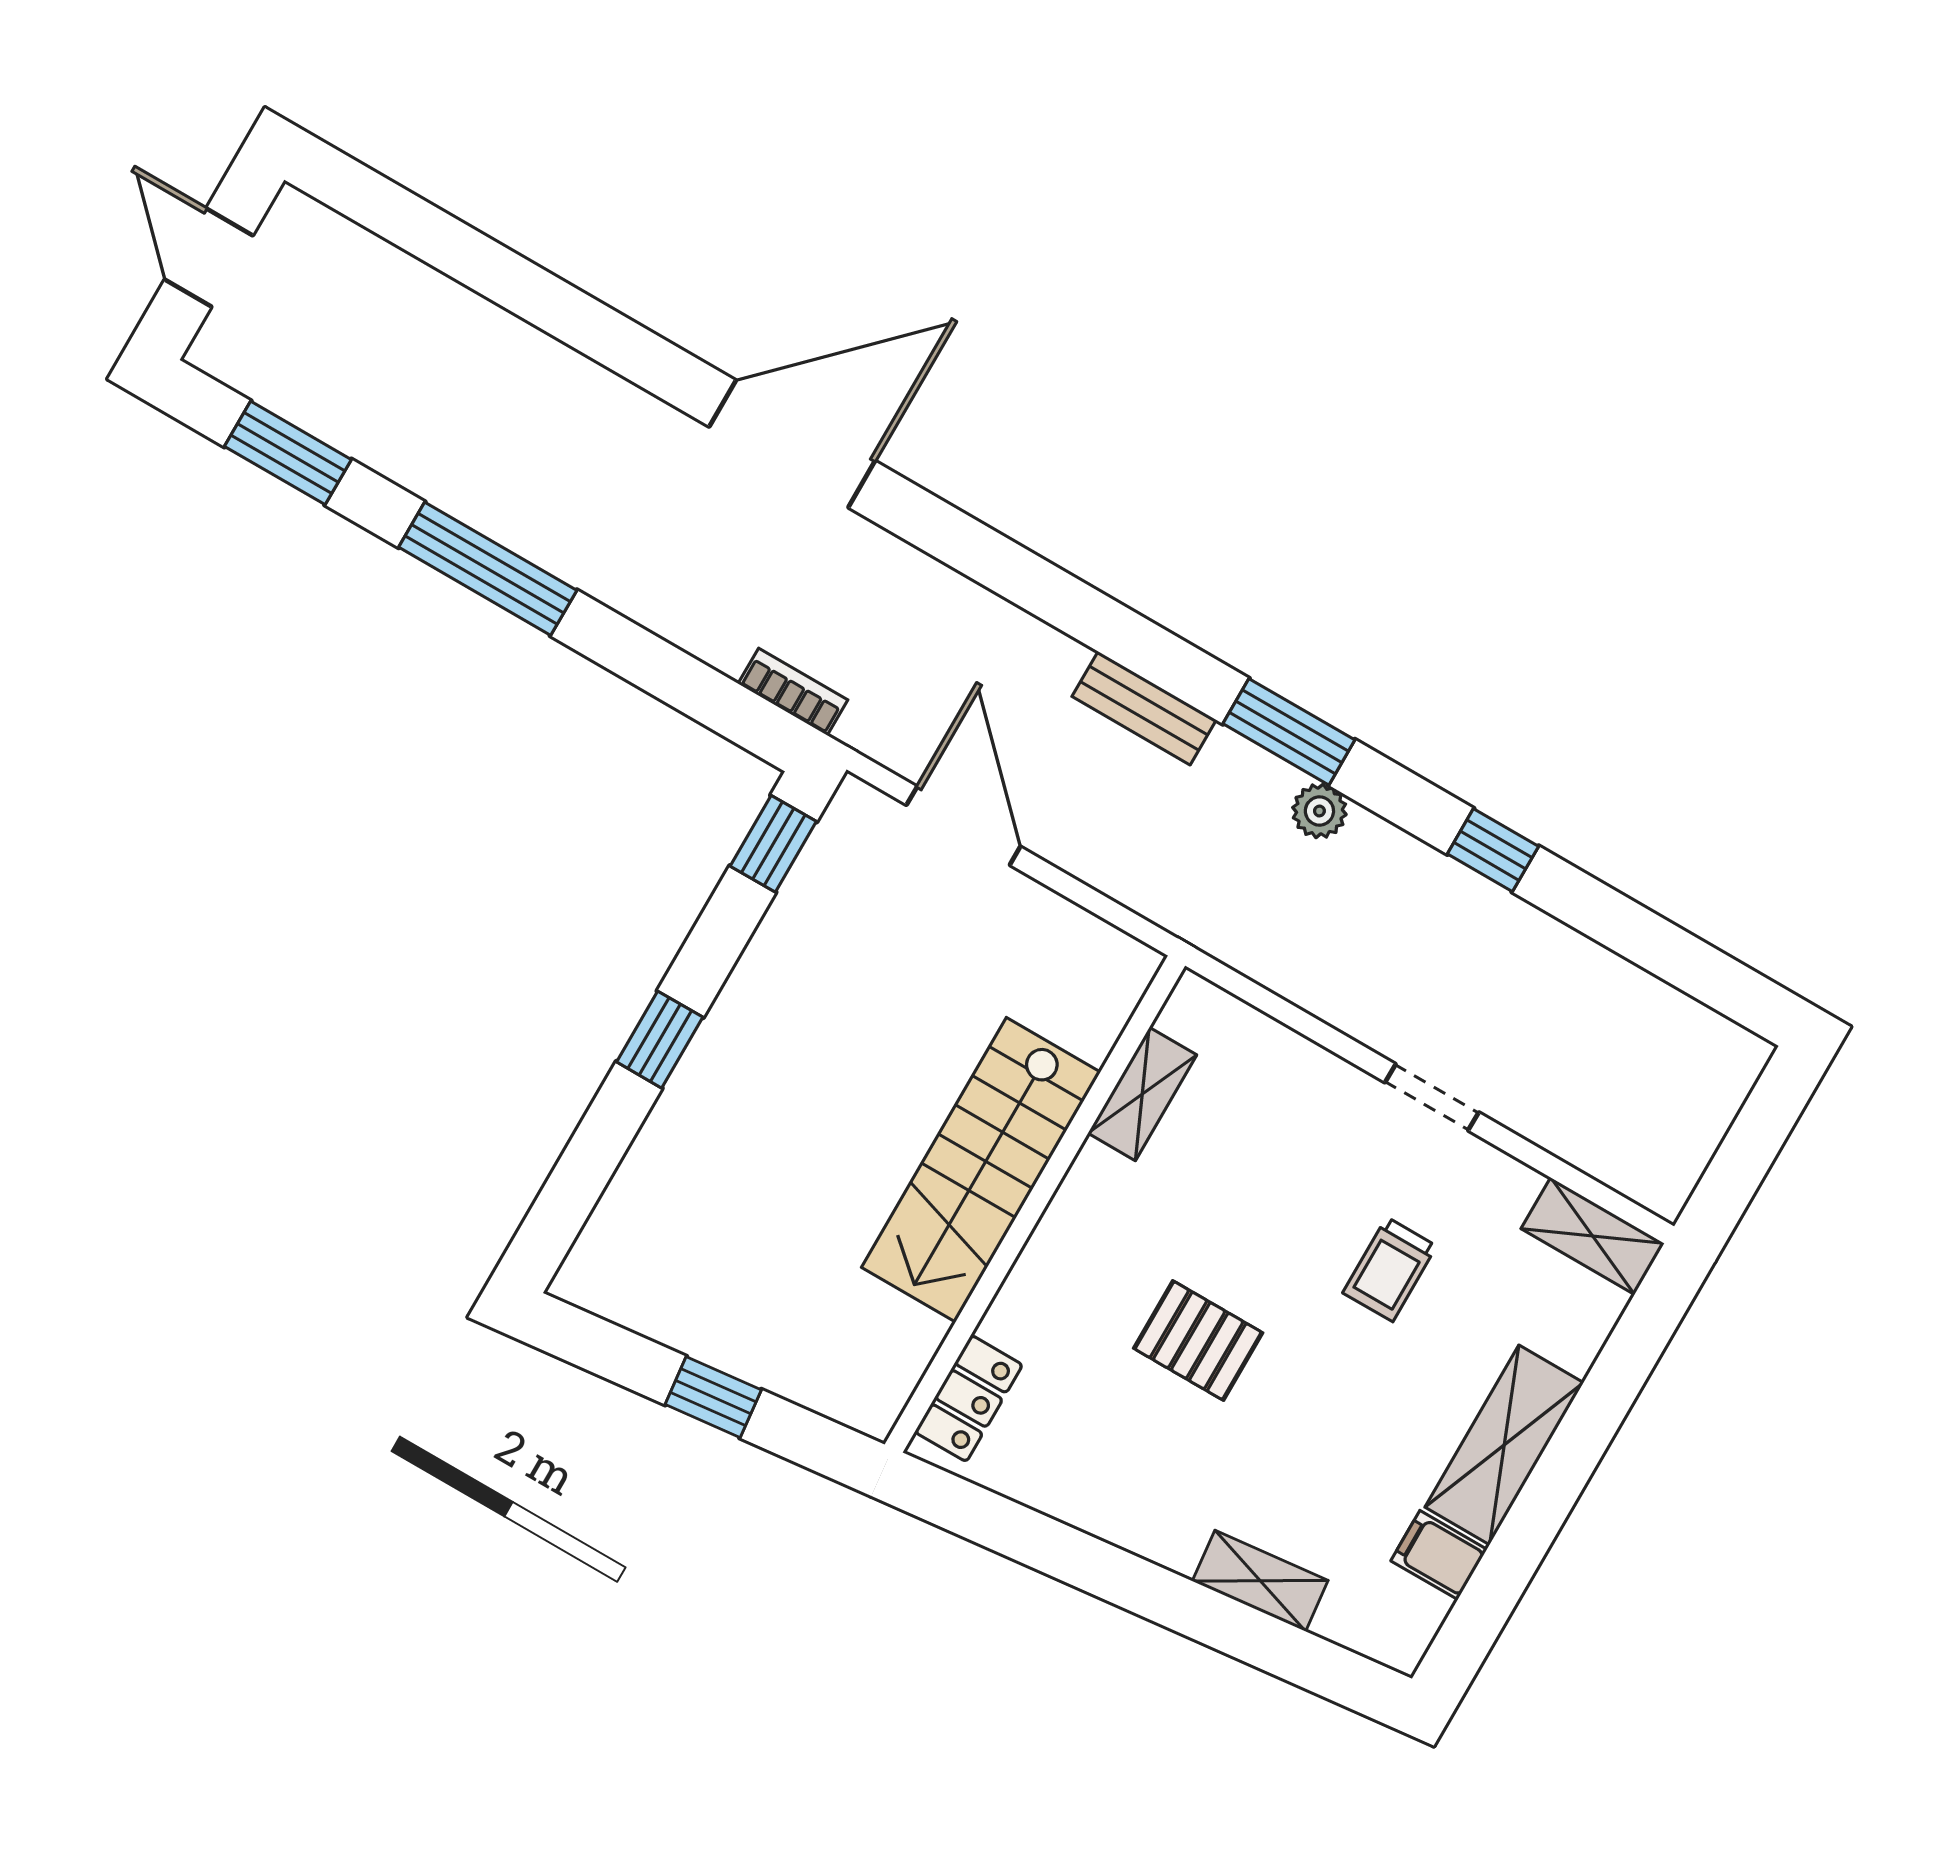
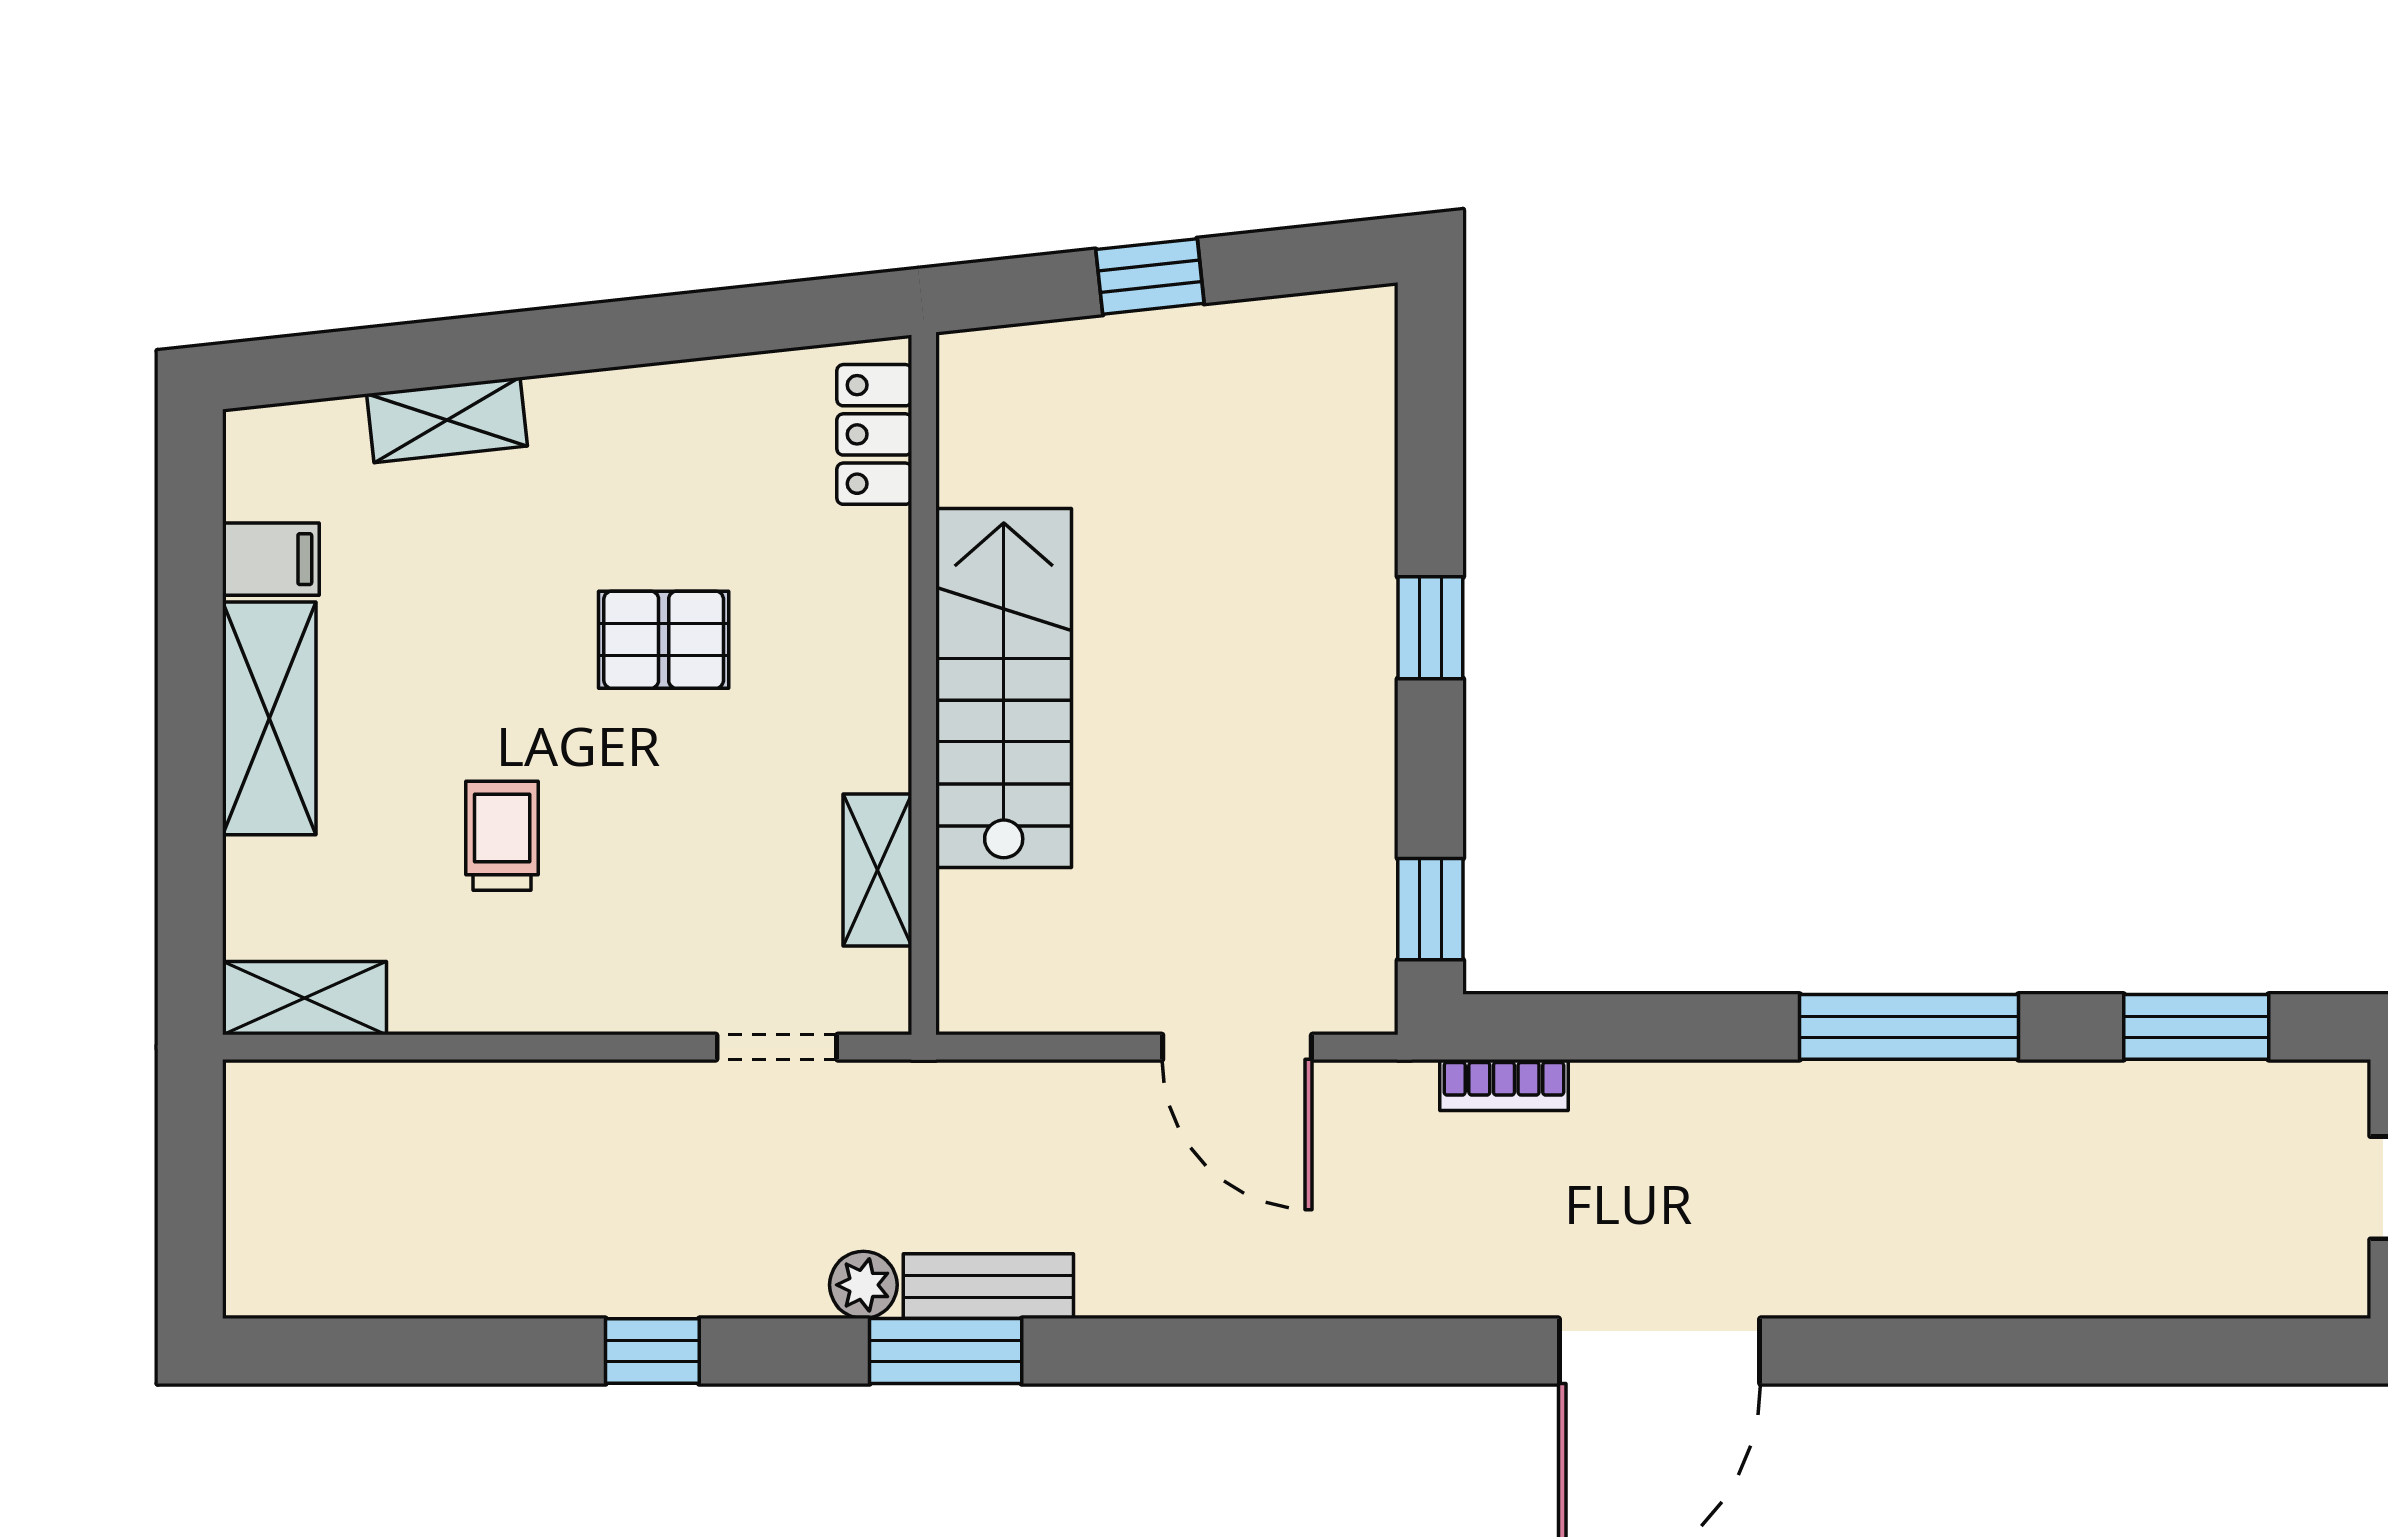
bench: (1144, 708) -> (988, 1286), moved
doorway: (1432, 1097) -> (777, 1047), moved

